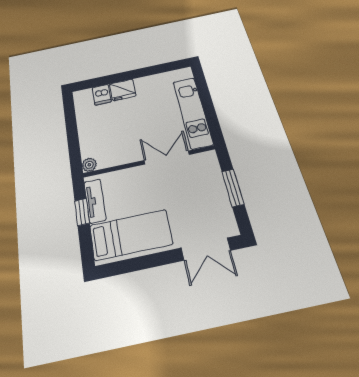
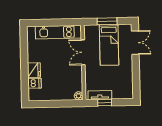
bed: (131, 235) -> (109, 45), moved, turned 180

